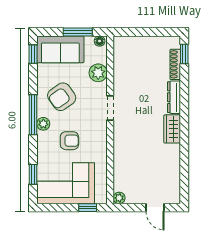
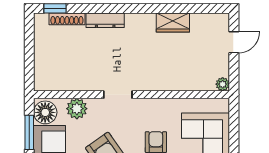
floor lamp: (100, 41) -> (45, 112), width x1.89, depth x1.89
wardrobe: (172, 129) -> (173, 22), moved
window: (88, 208) -> (234, 121), removed

